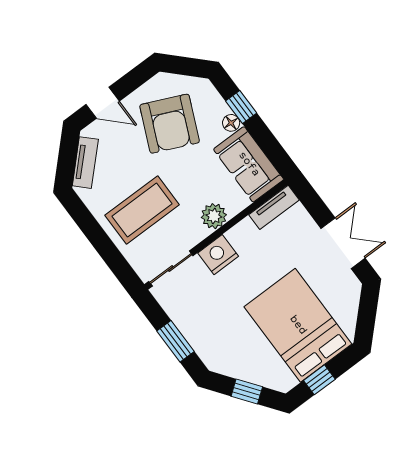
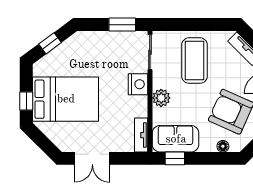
window: (241, 107) -> (175, 158), moved
floor lamp: (231, 123) -> (223, 146), moved
window: (176, 341) -> (122, 25), moved
window: (319, 380) -> (26, 101), moved

